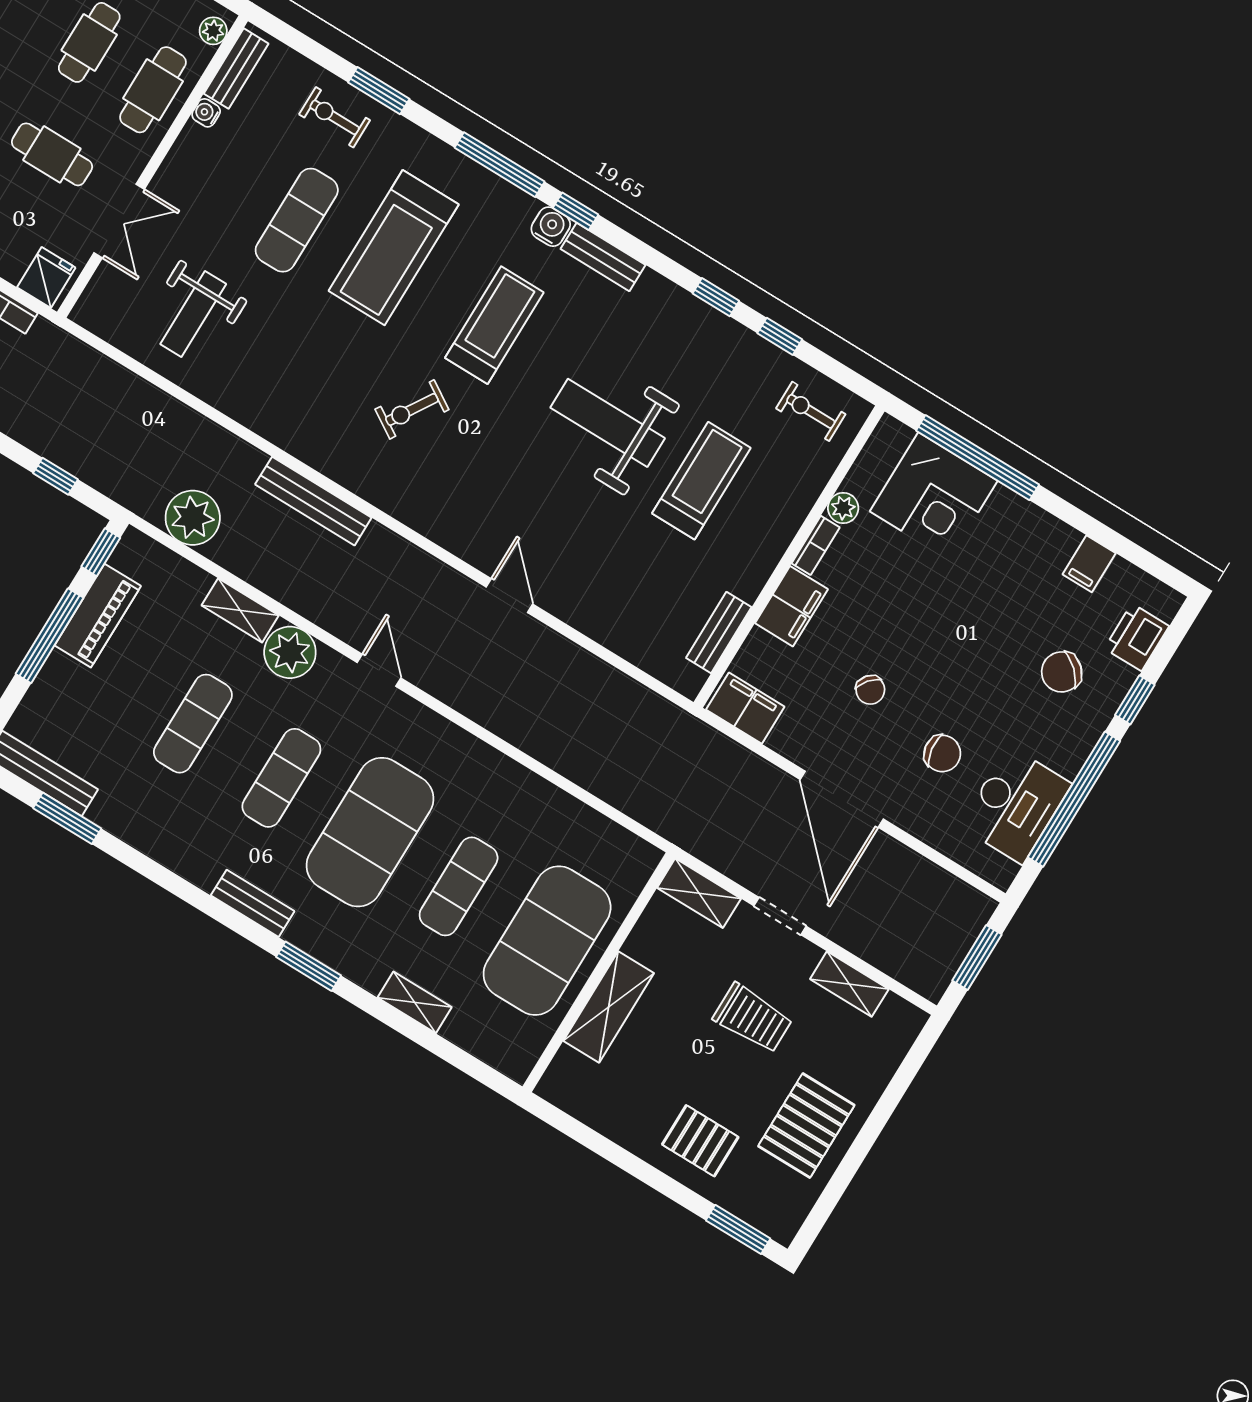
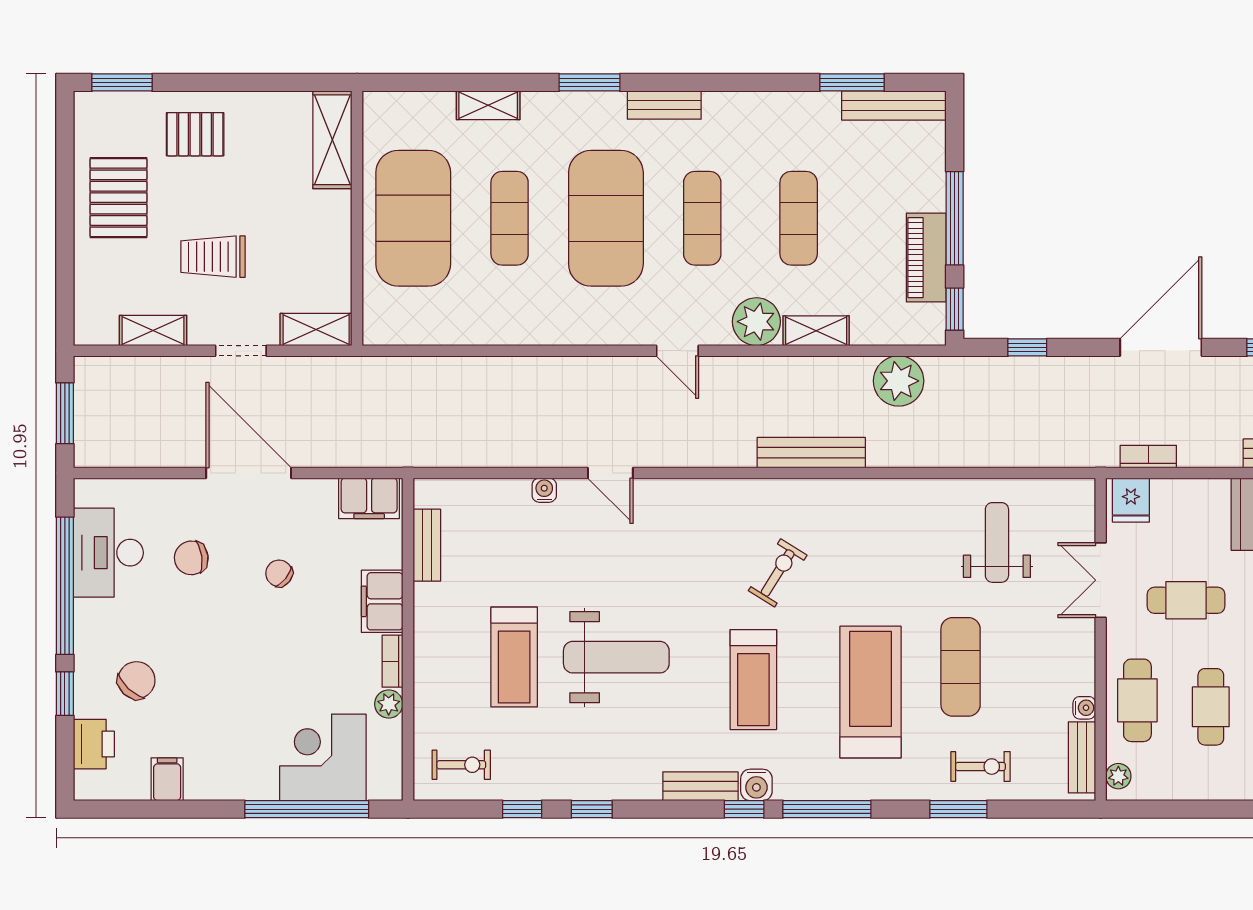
water cooler: (580, 617) -> (544, 490), added
shelving: (609, 1007) -> (332, 140), moved

